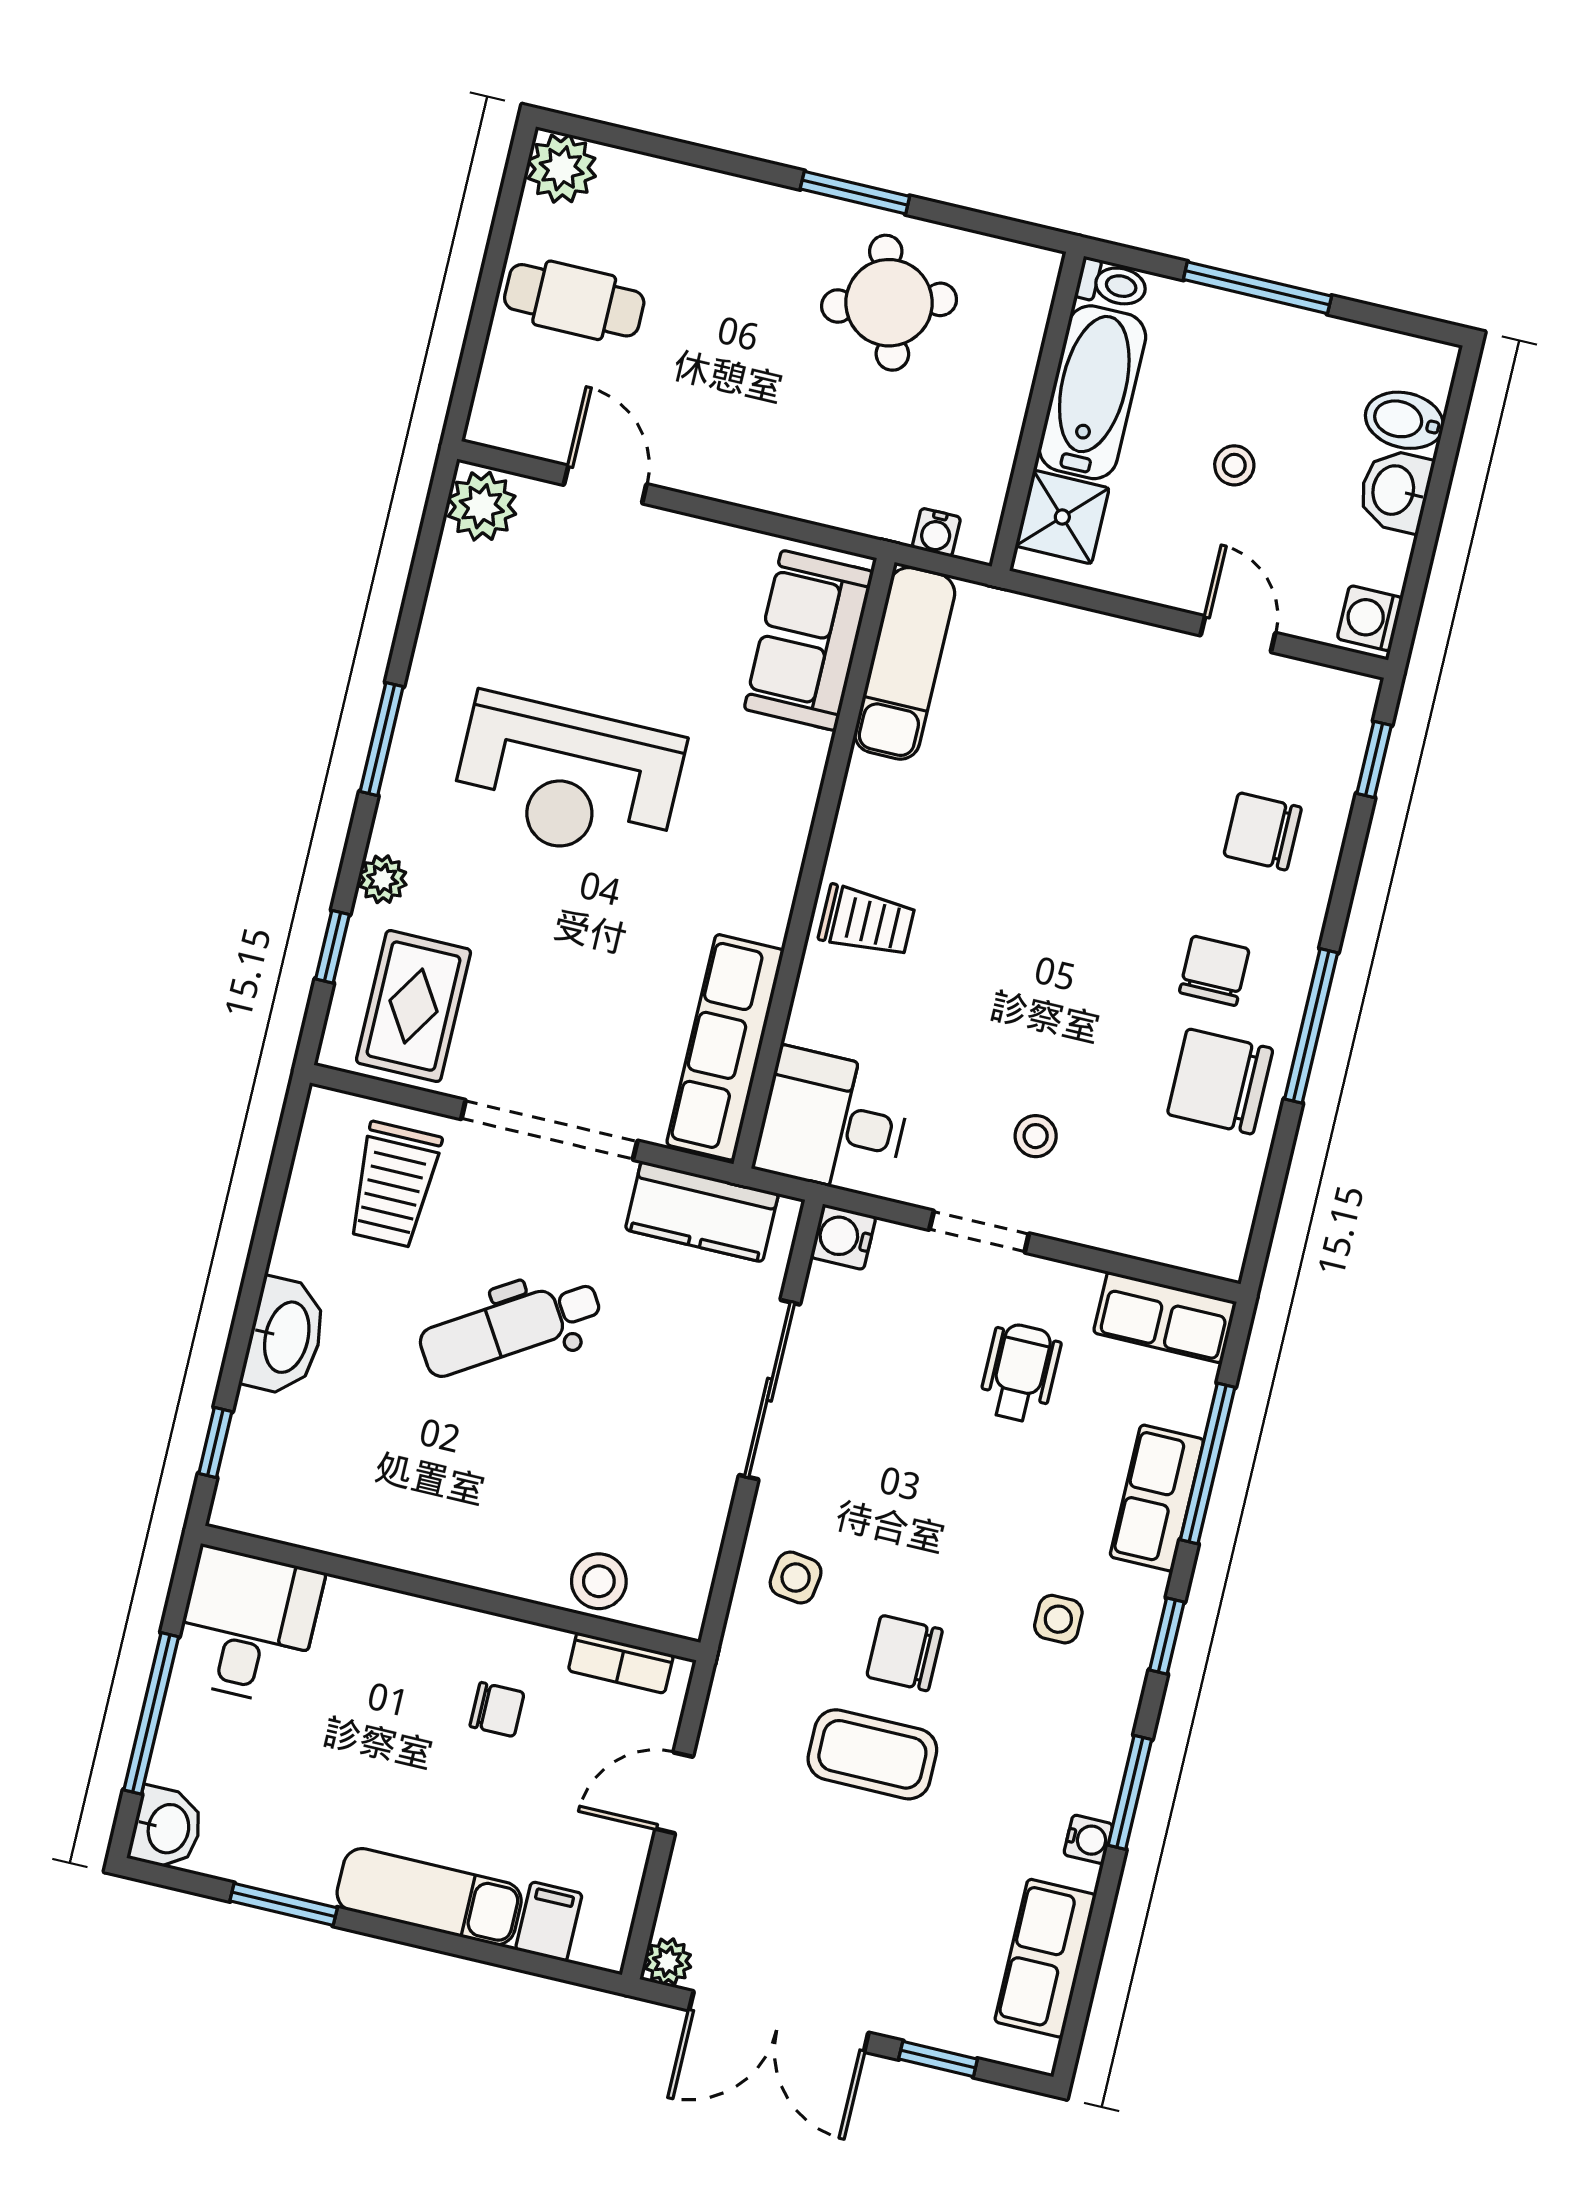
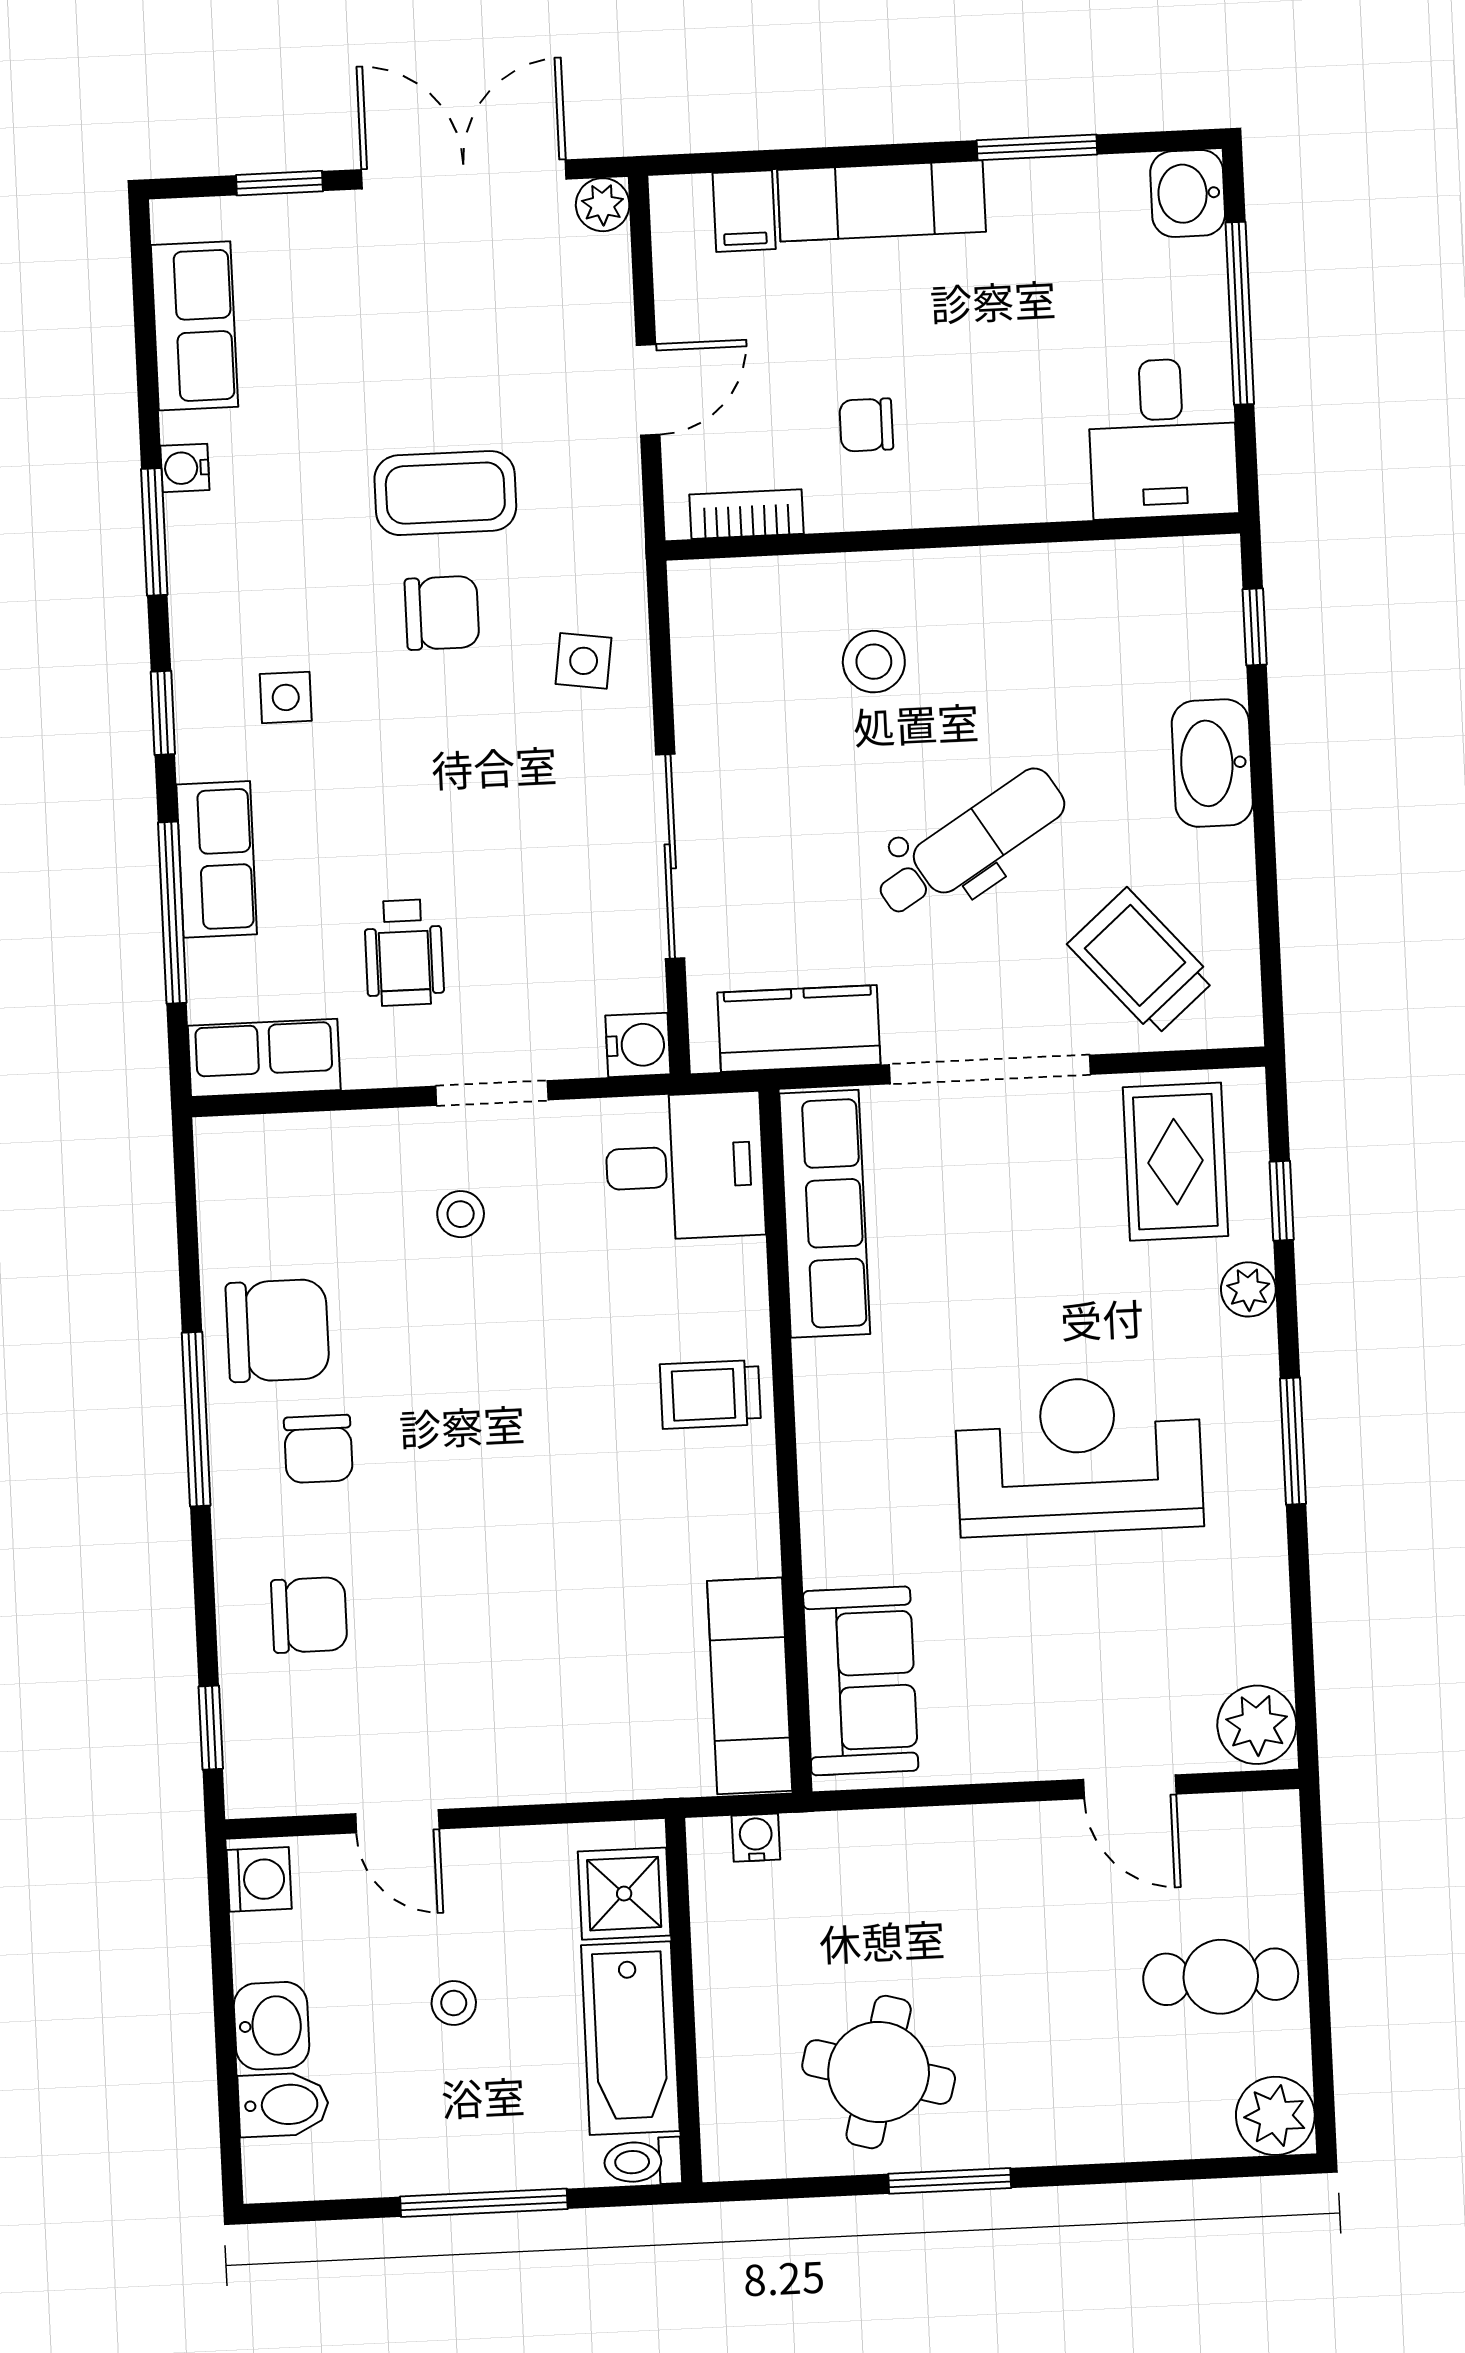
round table: (889, 303) -> (879, 2072), turned 32
trolley: (394, 1185) -> (1141, 962), turned -41
stool: (599, 1581) -> (874, 662), moved

